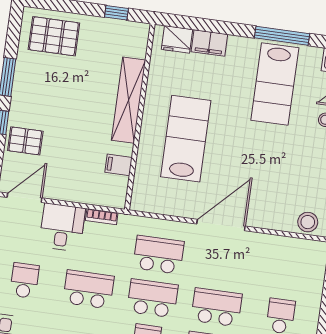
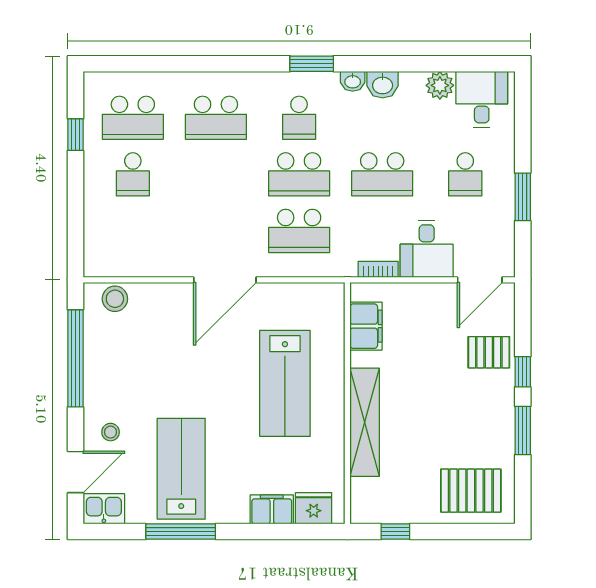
filing cabinet: (118, 165) -> (366, 326), width x2.00
school desk: (217, 307) -> (216, 174), removed

